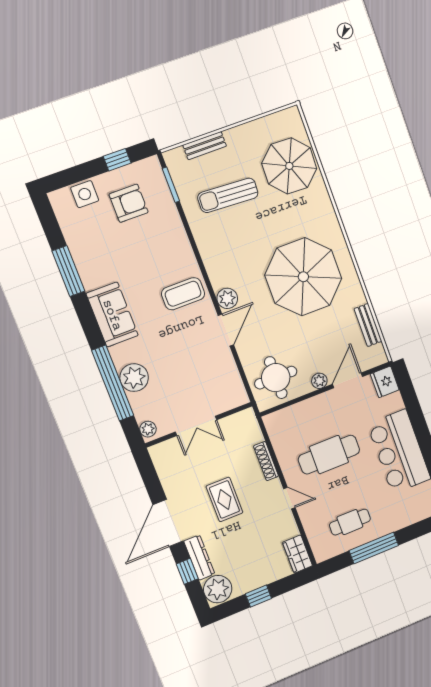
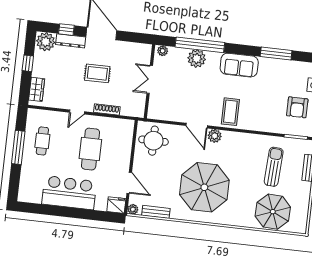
plant: (319, 381) -> (133, 209), moved
wardrobe: (297, 554) -> (37, 89), moved, turned 90

